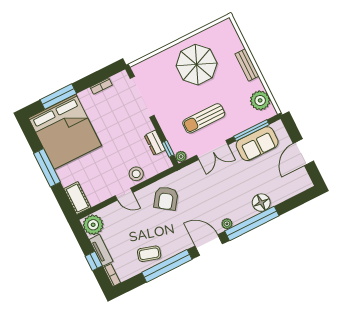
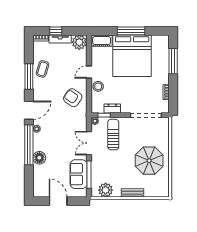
sun lounger: (204, 118) -> (113, 135), moved
bed: (65, 132) -> (132, 56), moved, turned -90
window: (167, 266) -> (29, 76), width x0.68

